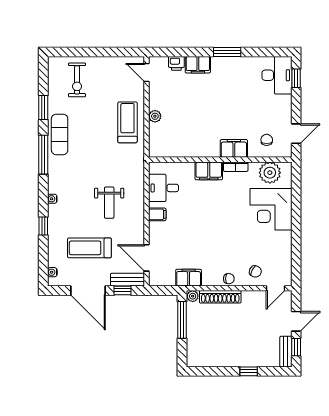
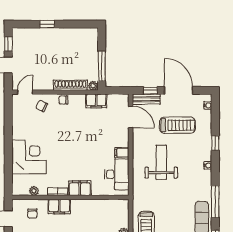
plant: (270, 173) -> (34, 191), width x0.53, depth x0.53
desk: (164, 188) -> (117, 174), width x1.37
weight bench: (109, 203) -> (161, 162), width x1.36, depth x1.33
bench: (286, 352) -> (17, 40), removed

